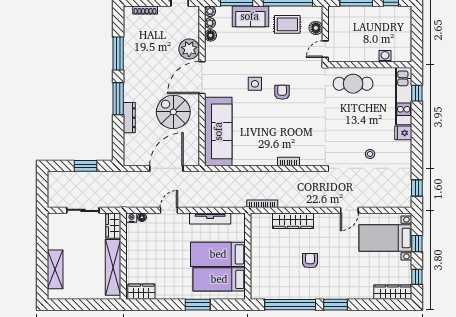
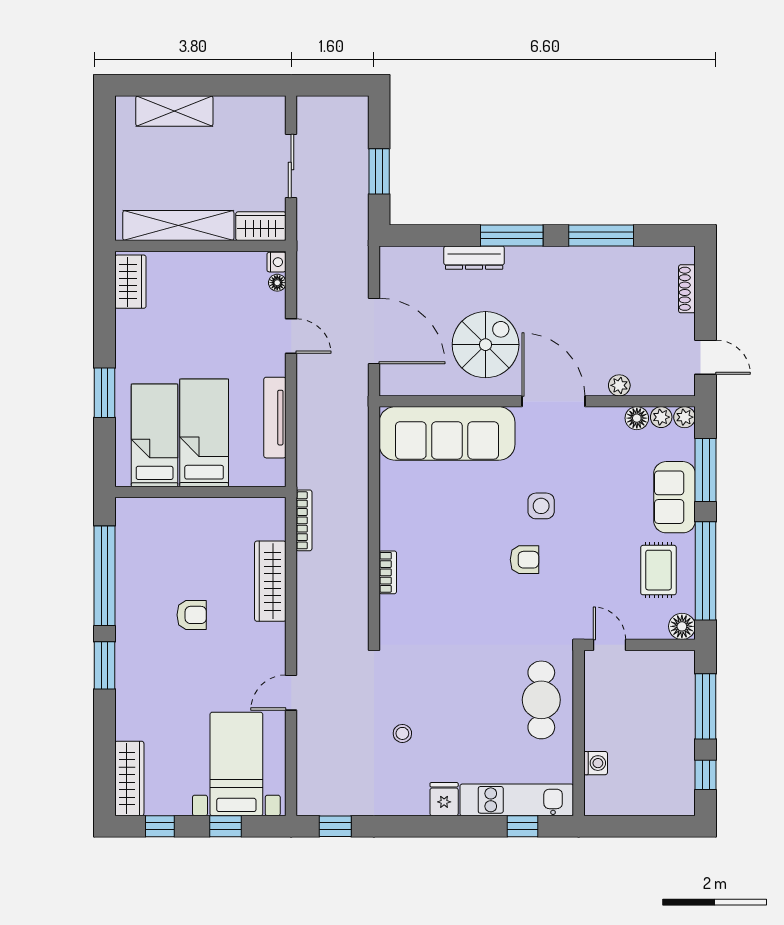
floor lamp: (316, 28) -> (682, 626), moved
plant: (189, 49) -> (619, 385), width x0.53, depth x0.53
door: (349, 210) -> (291, 693), hinge flipped

